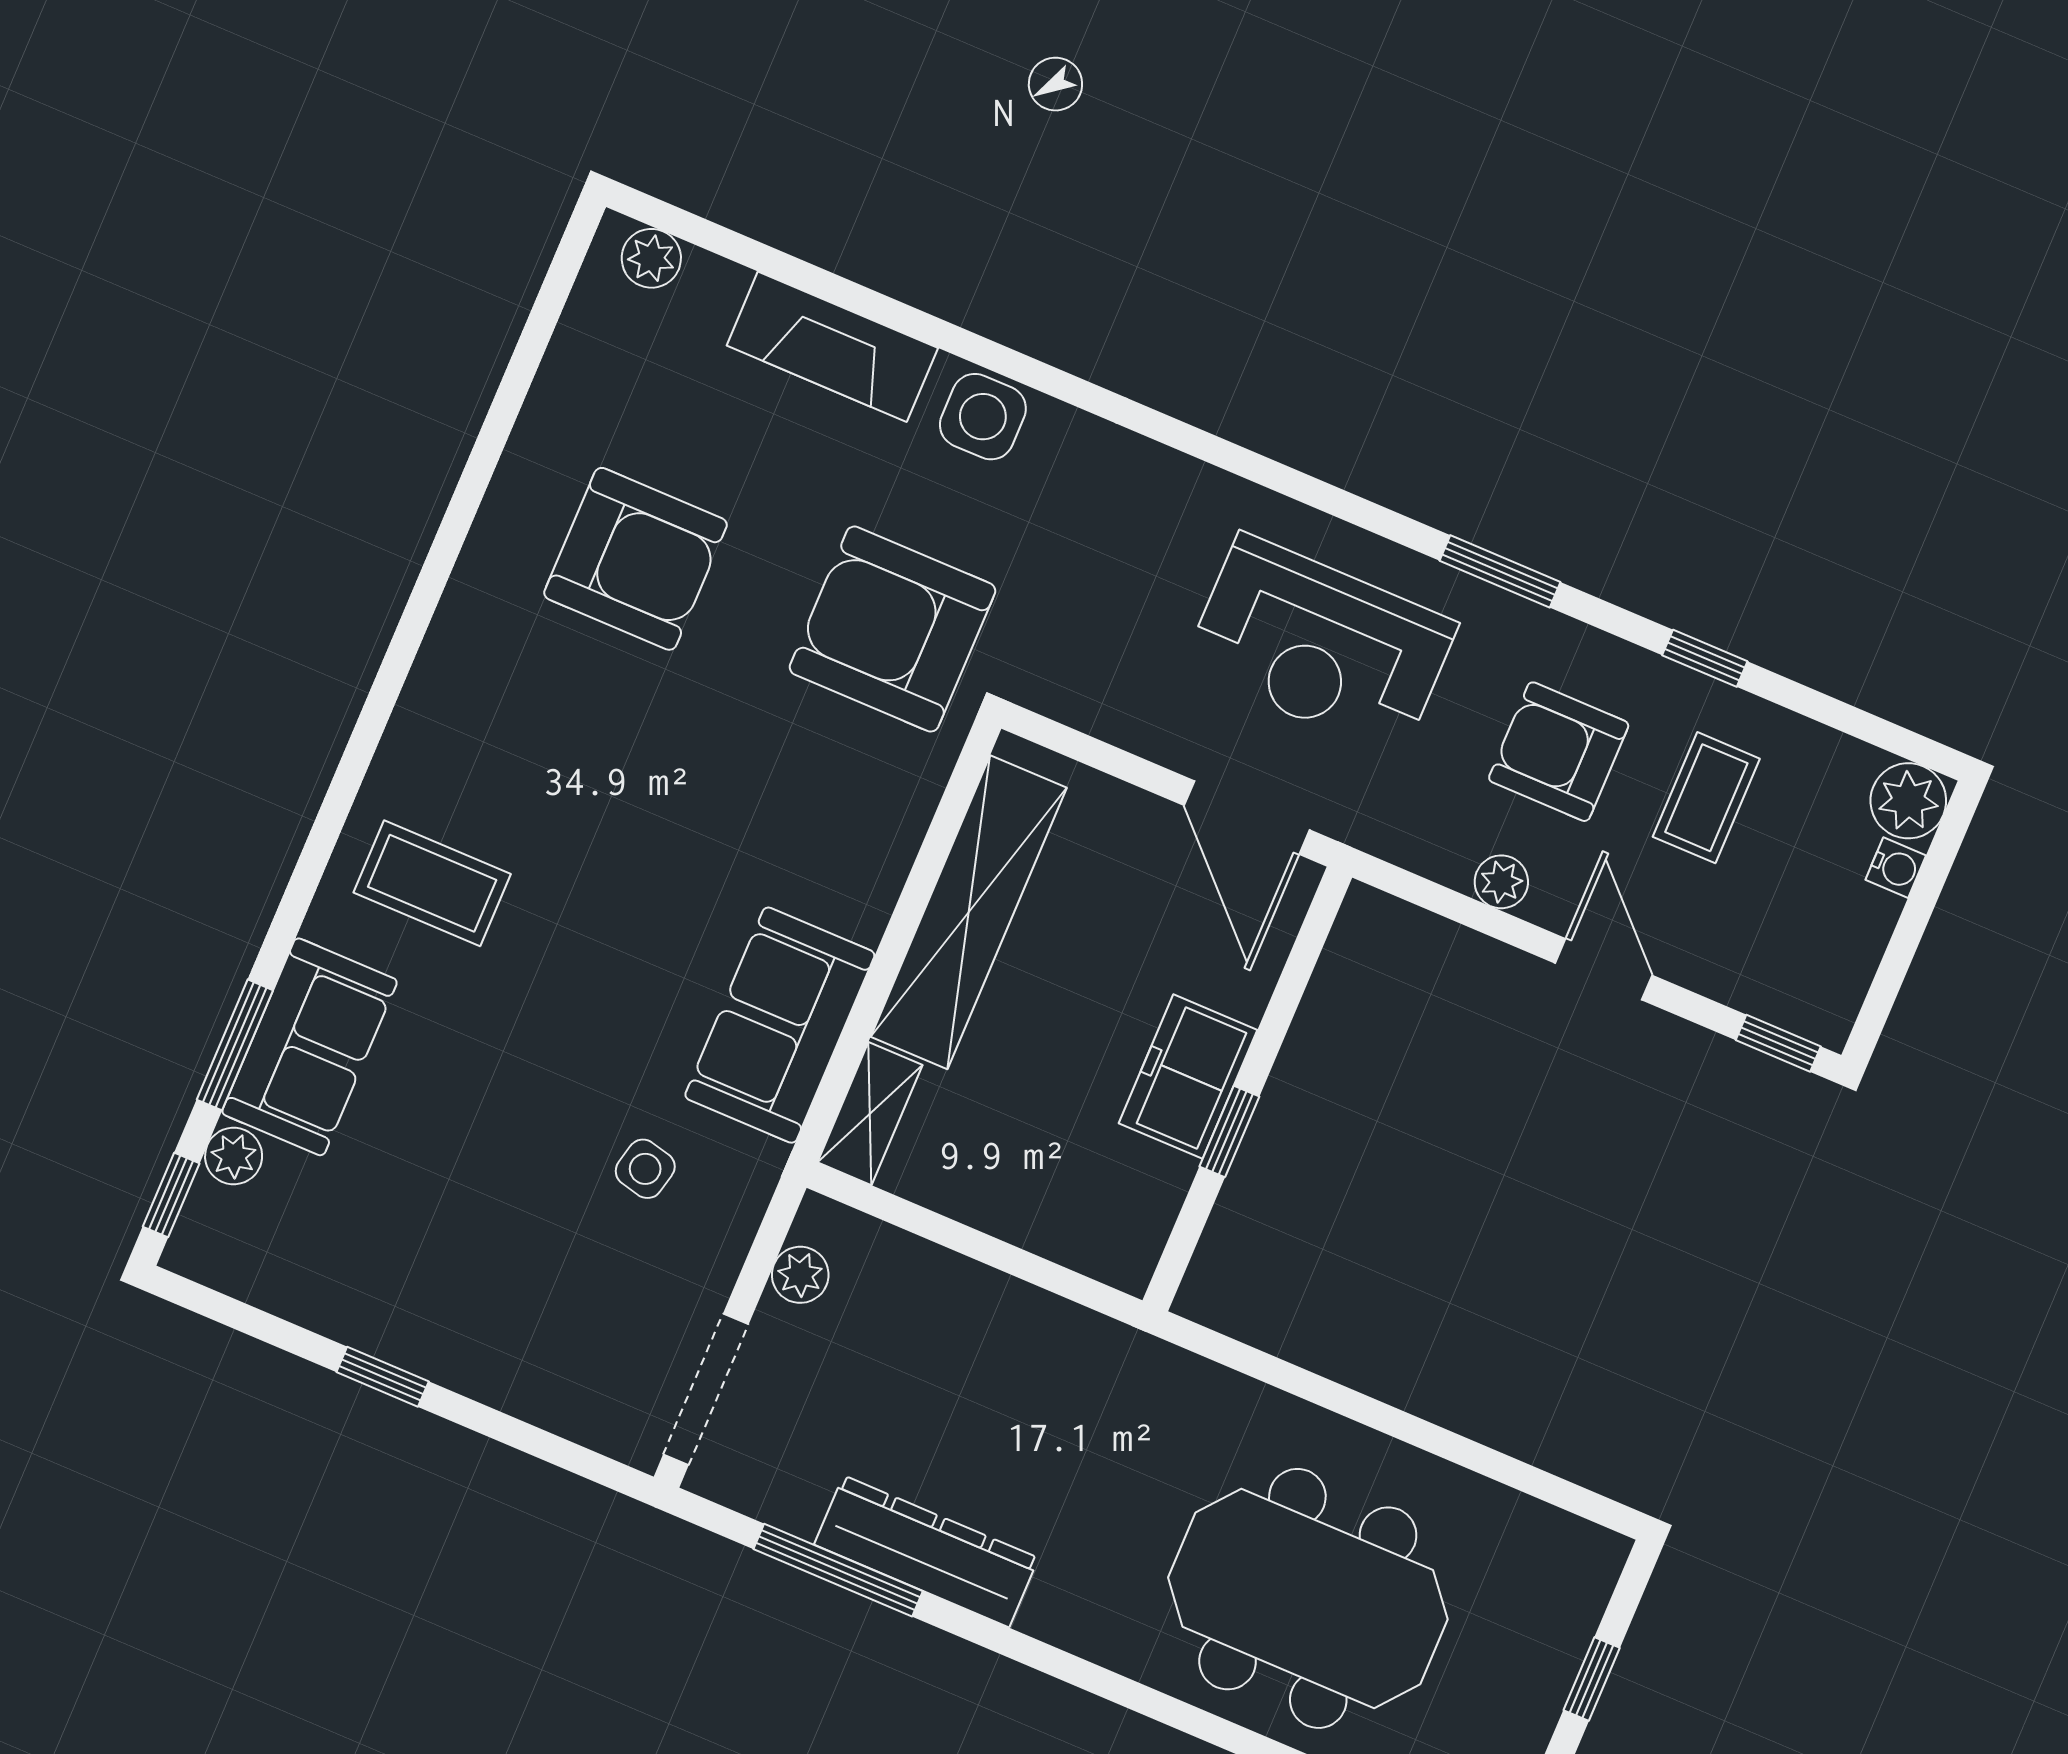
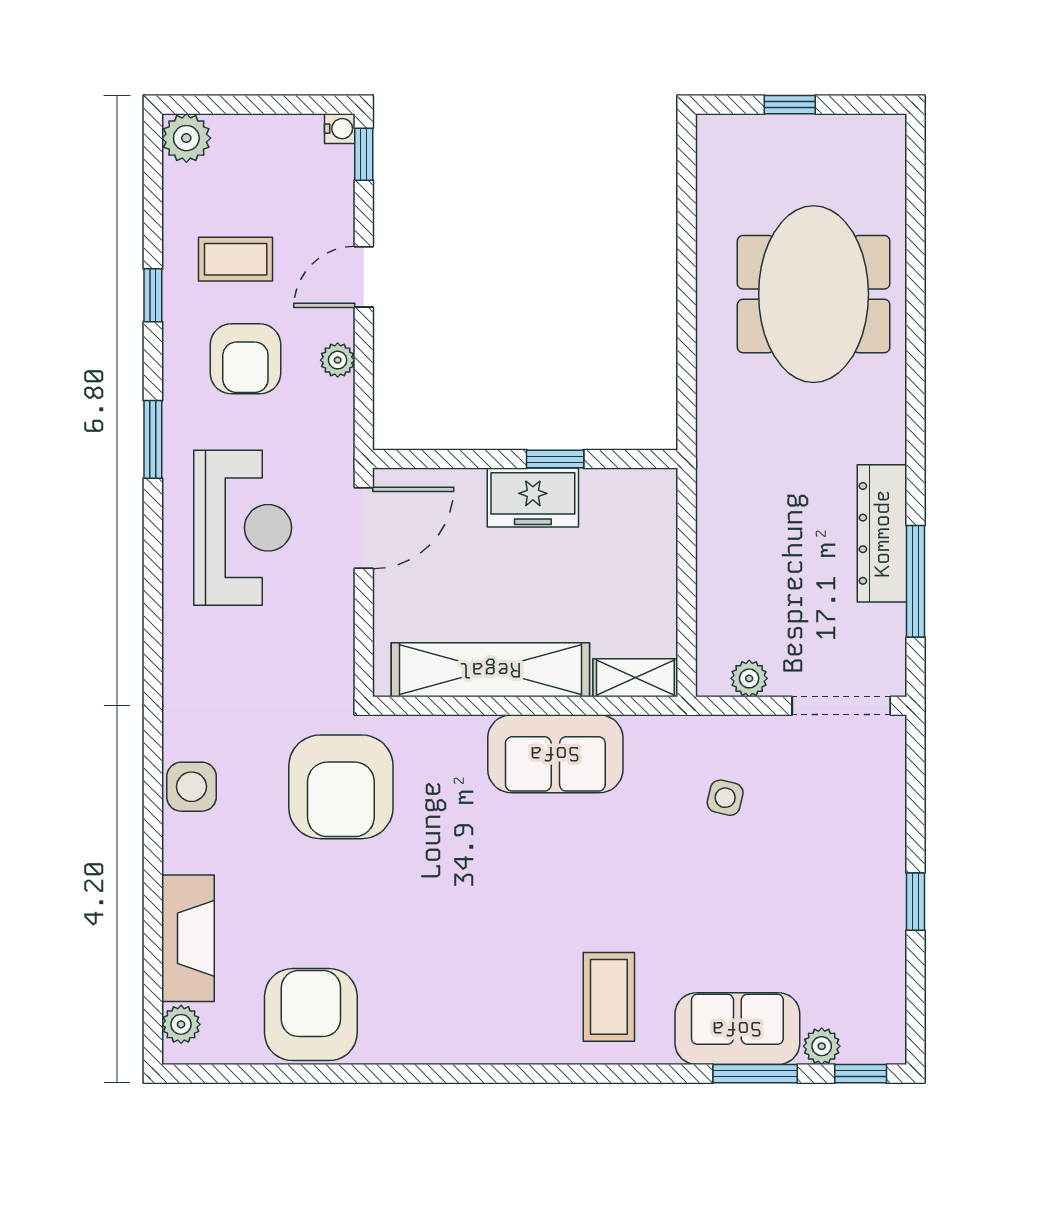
fireplace: (832, 347) -> (188, 938), moved
armchair: (636, 559) -> (311, 1015), moved
water cooler: (1896, 868) -> (340, 129), moved, turned 90
sofa: (780, 1025) -> (555, 754), moved

